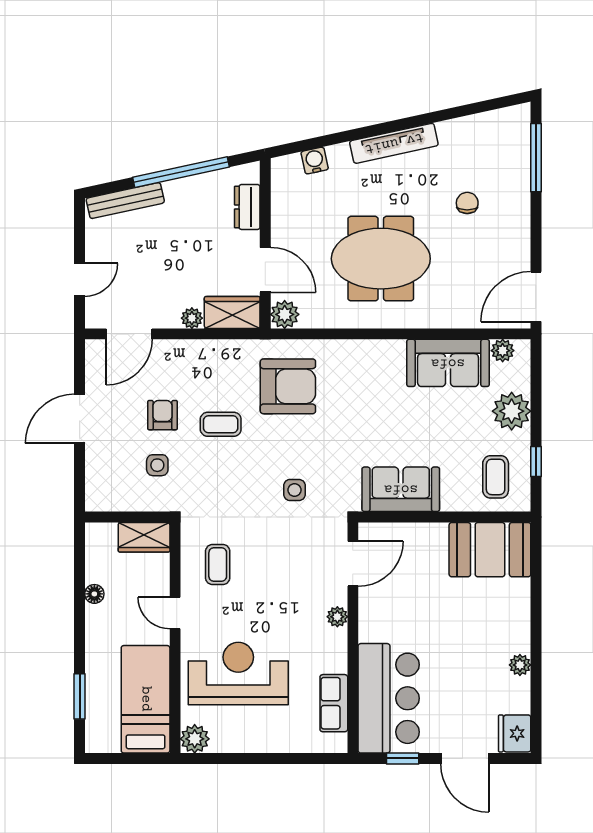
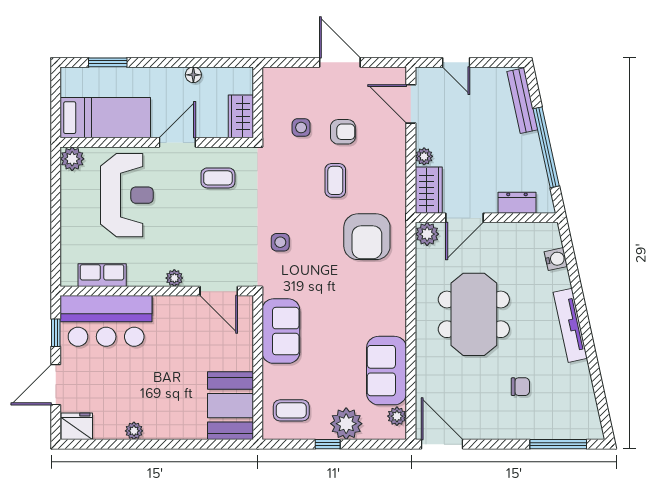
window: (536, 461) -> (328, 444), moved
door: (175, 613) -> (177, 142), width x1.38

